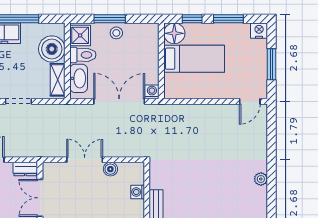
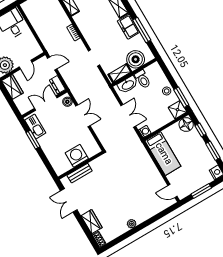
window: (110, 19) -> (181, 97), moved
shower: (80, 35) -> (178, 110), moved
bed: (194, 59) -> (163, 154), moved
double door: (119, 101) -> (128, 116), width x0.73
boiler: (110, 169) -> (67, 102), moved
washing machine: (138, 192) -> (77, 156), width x1.89, depth x1.89

